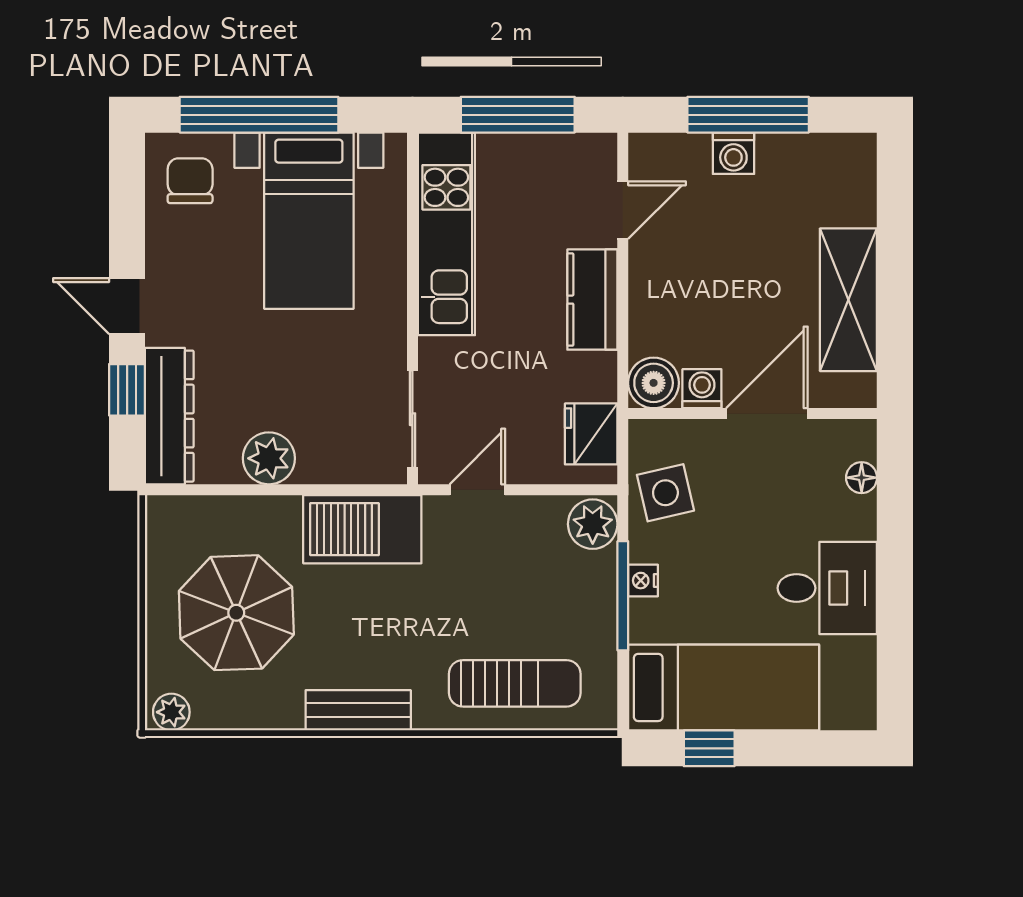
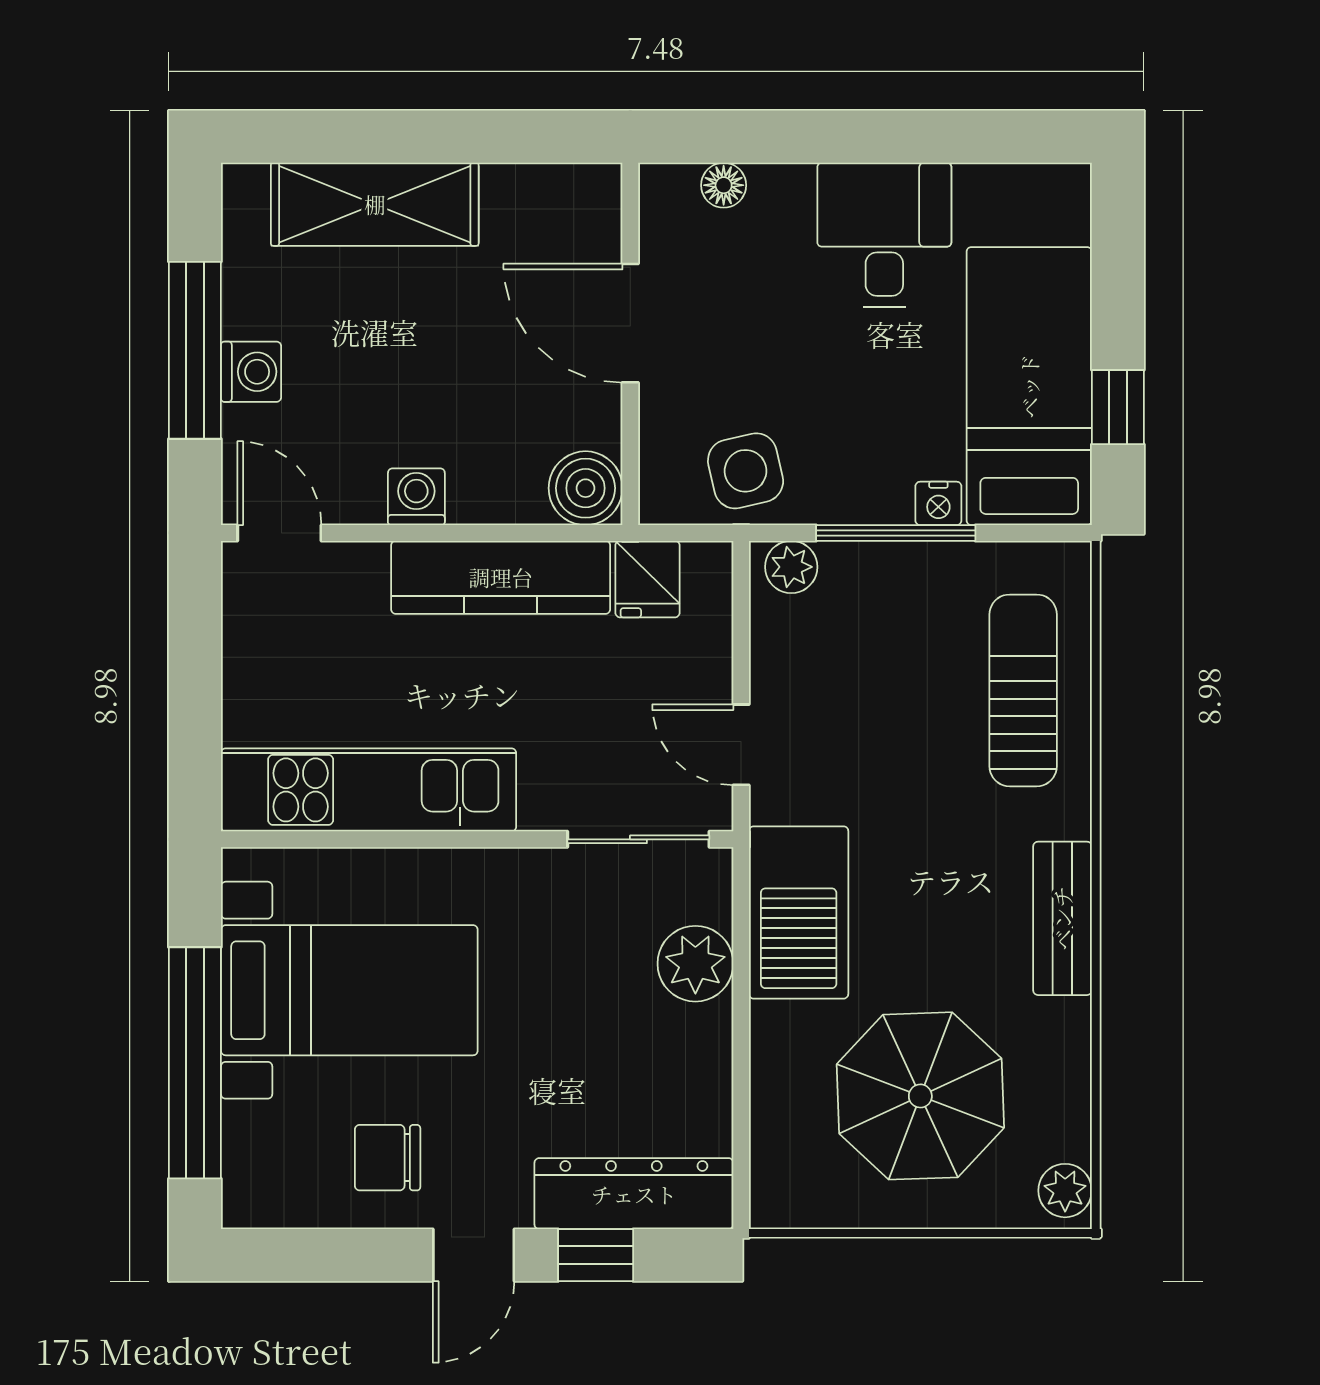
window: (518, 115) -> (195, 686), removed
chair: (190, 181) -> (388, 1158), moved
door: (623, 210) -> (279, 533), moved
kitchen counter: (592, 300) -> (501, 577), width x1.50
shelving: (848, 300) -> (375, 204), moved
washing machine: (702, 389) -> (416, 497), moved, turned 90
fridge: (591, 434) -> (648, 579), width x0.72
plant: (269, 458) -> (695, 964), moved
plant: (593, 524) -> (791, 567), width x0.73, depth x0.73
nightstand: (643, 581) -> (938, 503), moved

